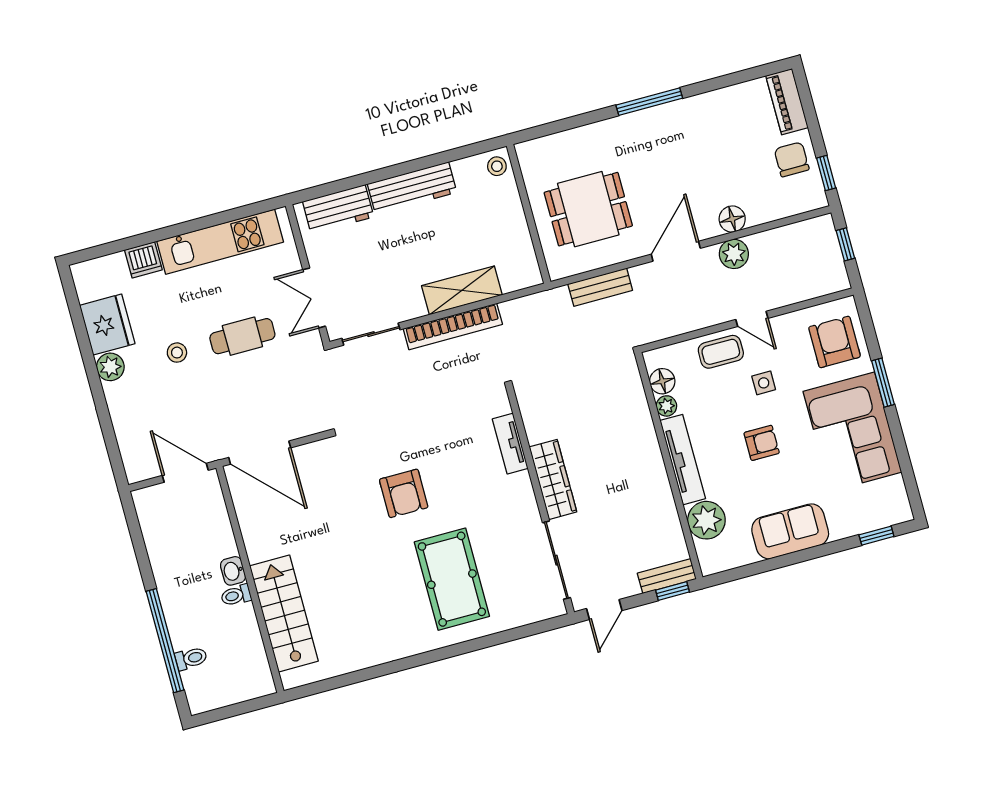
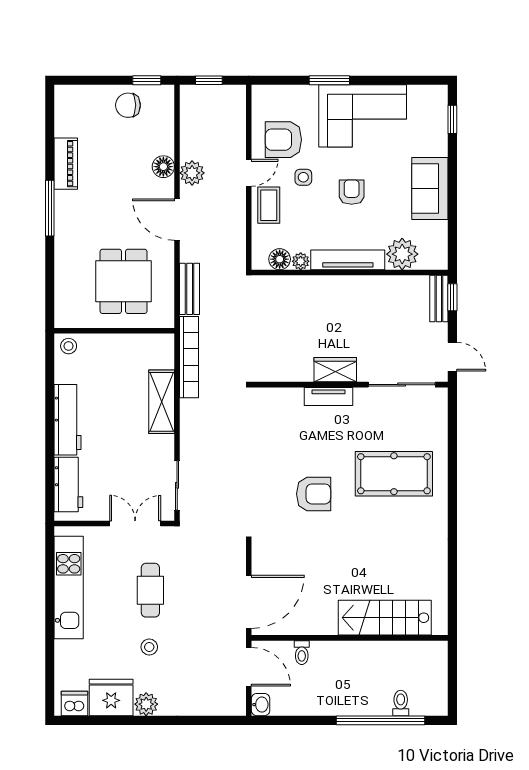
piano: (787, 102) -> (66, 164), moved, turned -90
dishwasher: (143, 260) -> (74, 703), moved, turned -90
double door: (314, 298) -> (135, 524), swing flipped
bookcase: (453, 327) -> (189, 357), moved
armchair: (834, 342) -> (283, 140), moved
tv unit: (510, 444) -> (328, 396), moved
door: (185, 473) -> (249, 667), swing flipped
wardrobe: (553, 479) -> (335, 370), width x0.67
washbasin: (233, 571) -> (261, 705), moved, turned -90
toilet: (236, 595) -> (302, 653), moved

